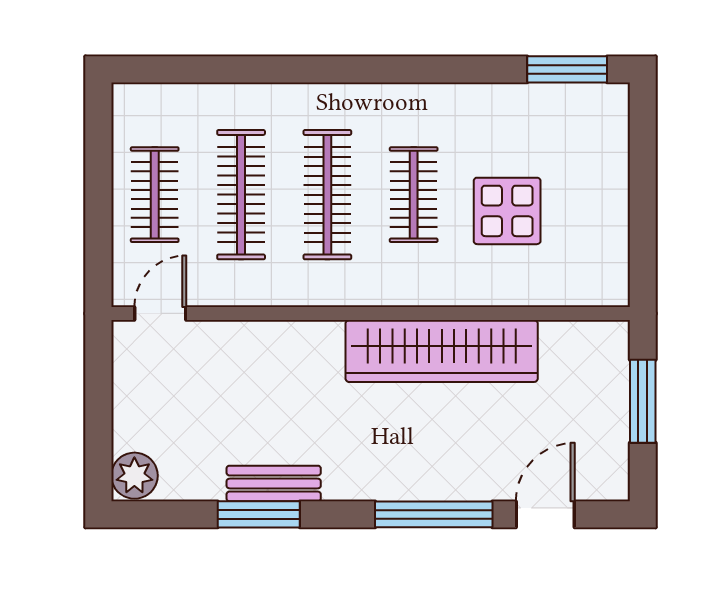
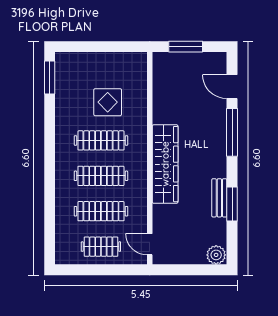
clothes rail: (414, 195) -> (101, 140), width x1.36
wardrobe: (442, 351) -> (165, 164), moved

